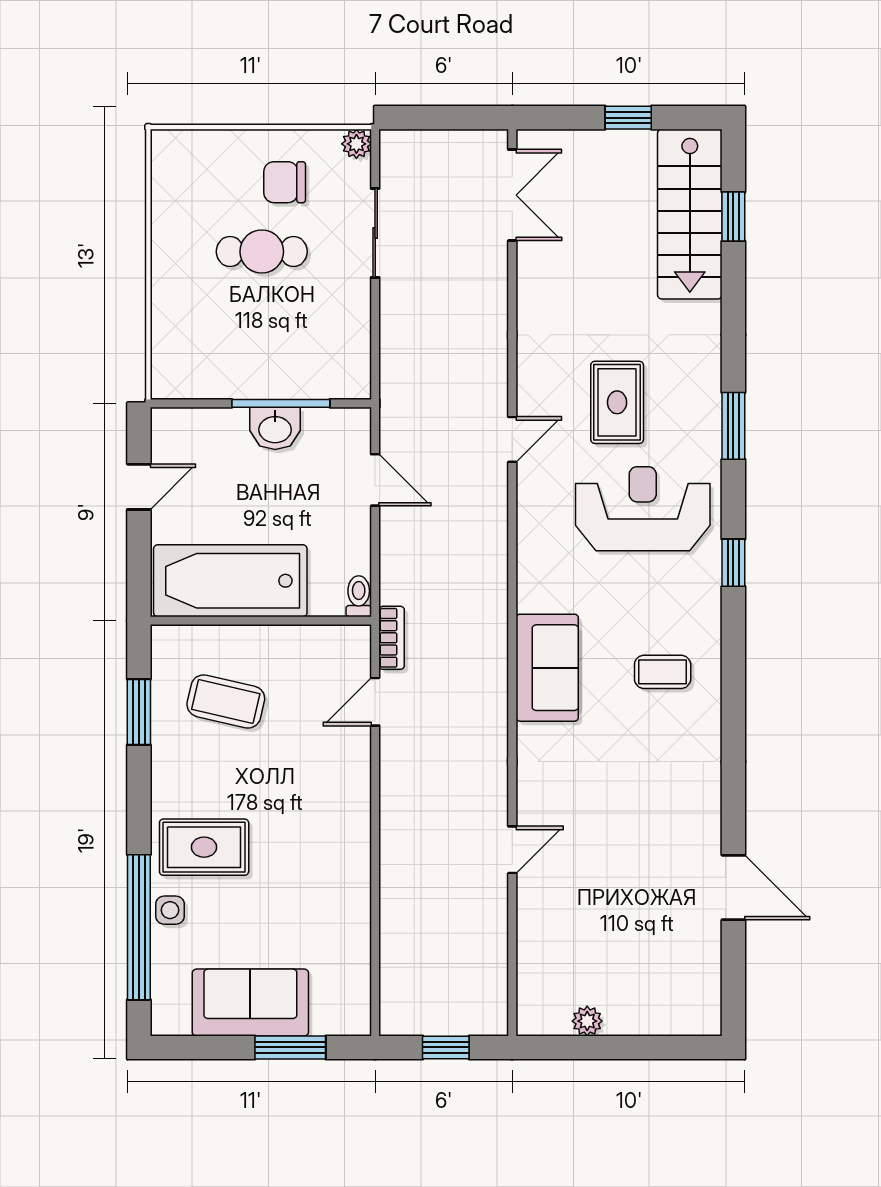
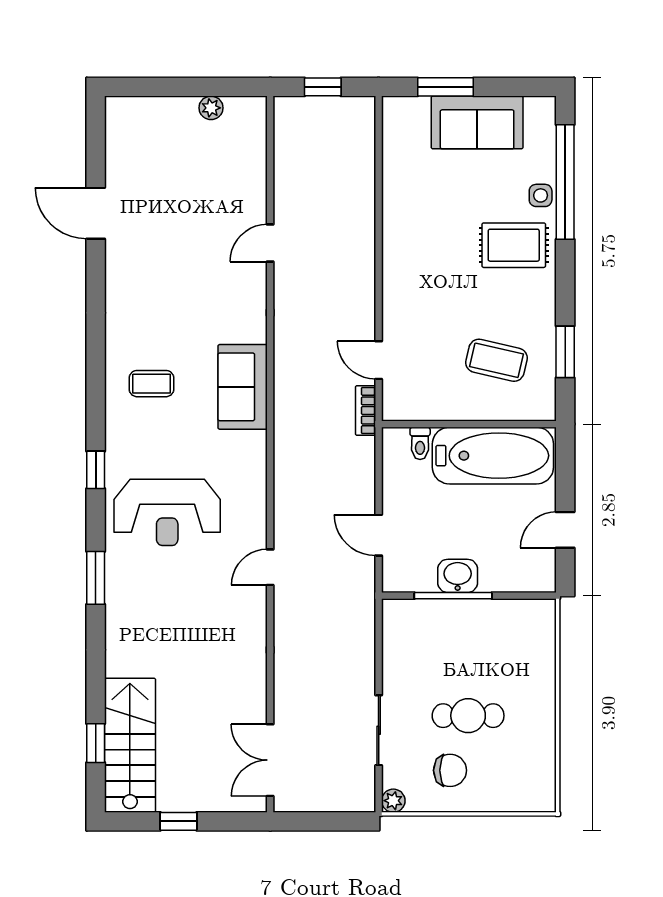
rug: (617, 402) -> (187, 596), removed
toilet: (359, 596) -> (420, 443), moved
door: (375, 702) -> (379, 360), swing flipped

